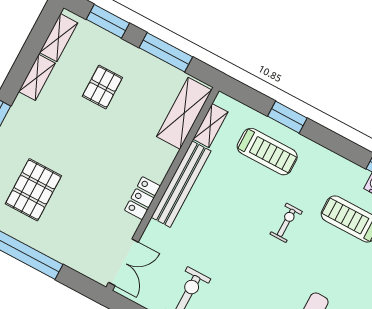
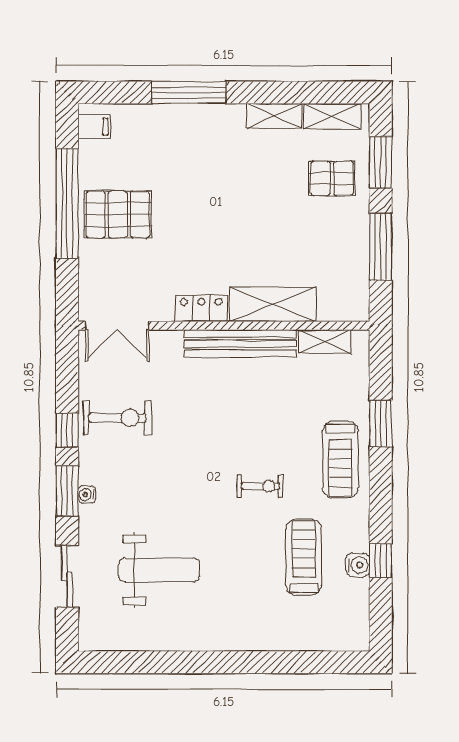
pallet: (102, 87) -> (332, 178), moved
shelving: (184, 113) -> (273, 304), moved
treadmill: (267, 152) -> (340, 460), moved
pallet: (33, 190) -> (118, 214), moved

